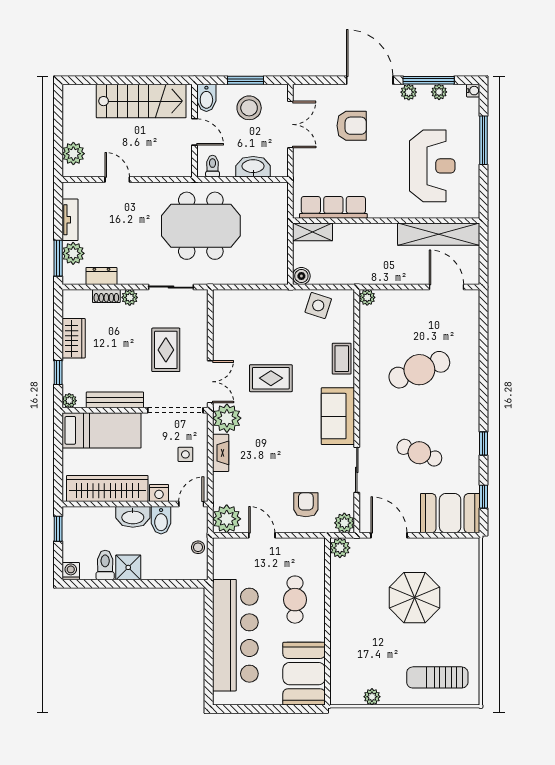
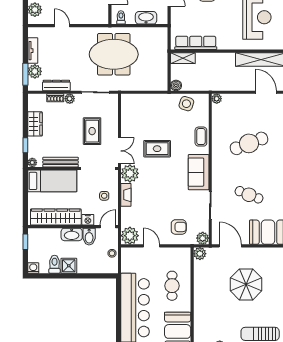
dresser: (101, 276) -> (56, 85), width x1.44
armchair: (306, 505) -> (179, 227), turned 90

